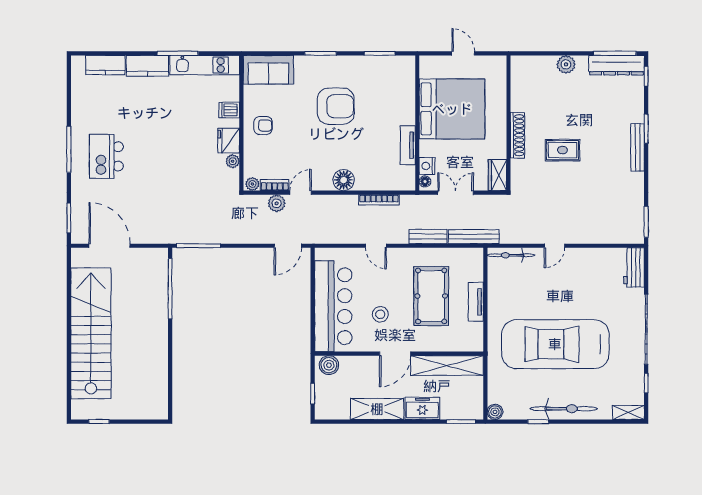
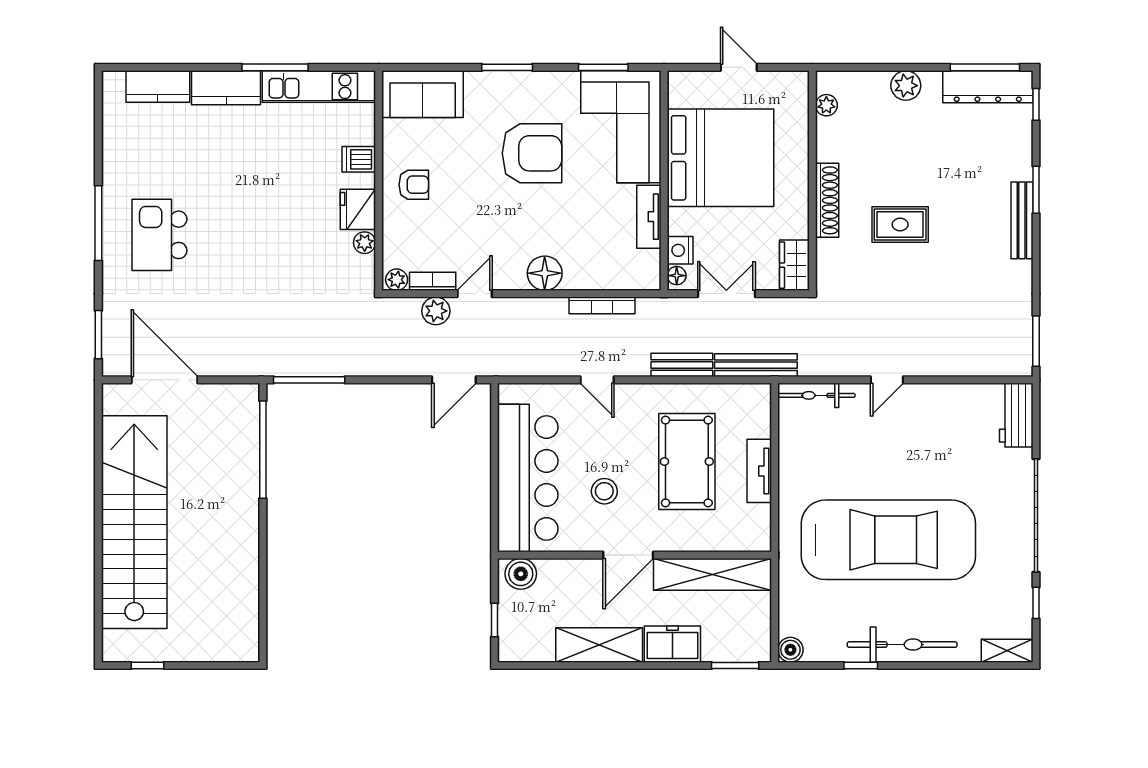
plant: (517, 77) -> (826, 105), added
corner sofa: (391, 90) -> (621, 127), added
car: (555, 344) -> (888, 540), turned 180

